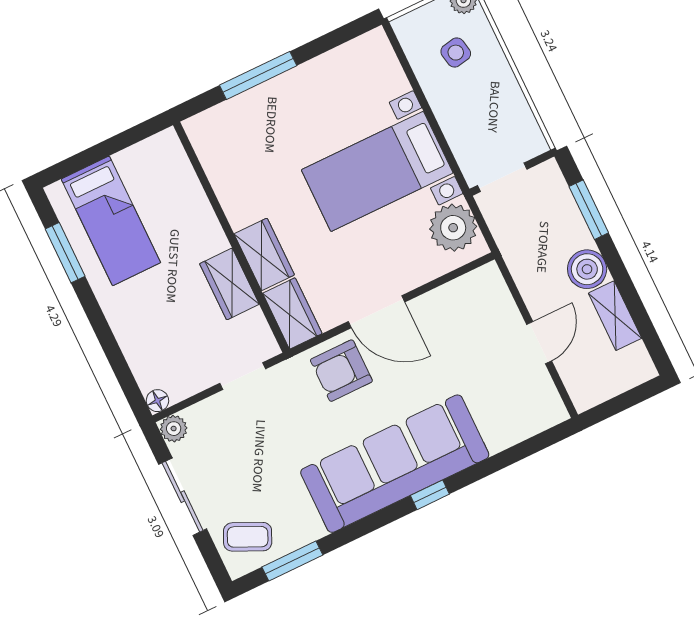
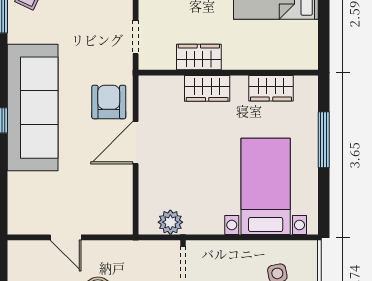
bed with nightstands: (377, 171) -> (266, 186), moved
plant: (453, 228) -> (170, 222), width x0.73, depth x0.73
wardrobe: (292, 313) -> (271, 88), moved

